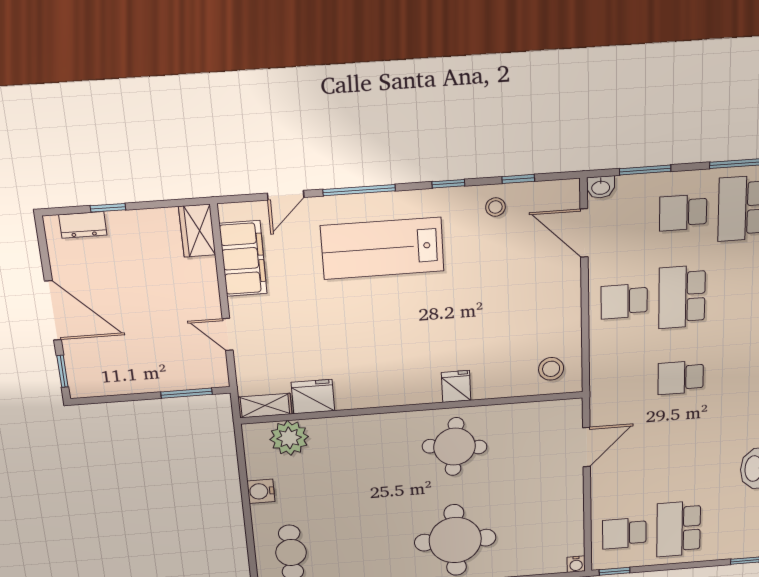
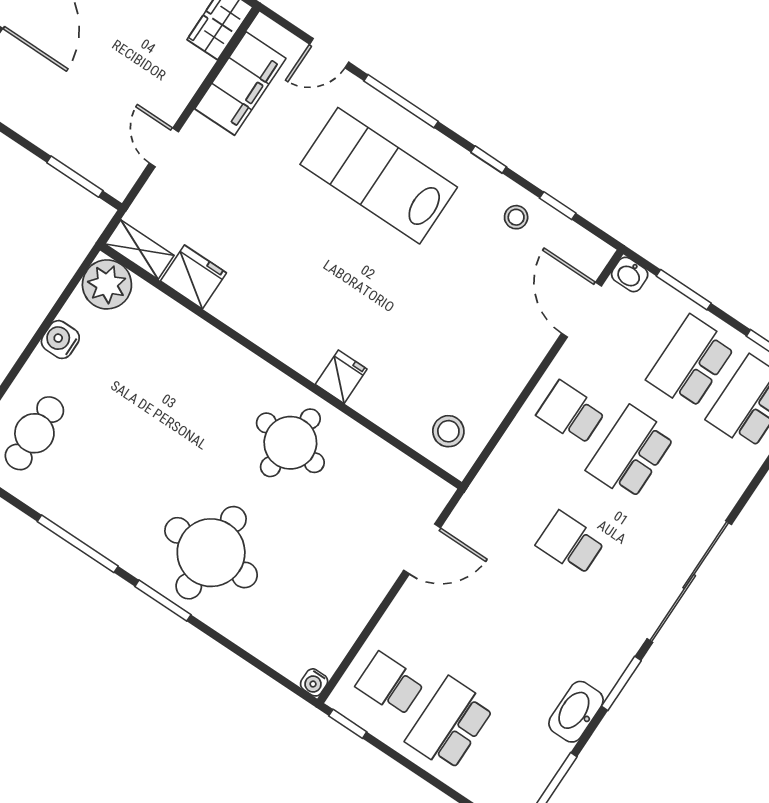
school desk: (683, 213) -> (691, 362), width x1.85
plant: (289, 438) -> (107, 284), moved

